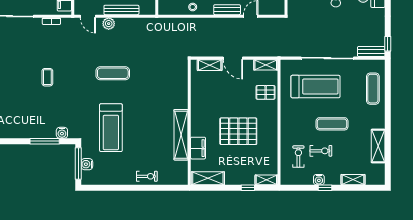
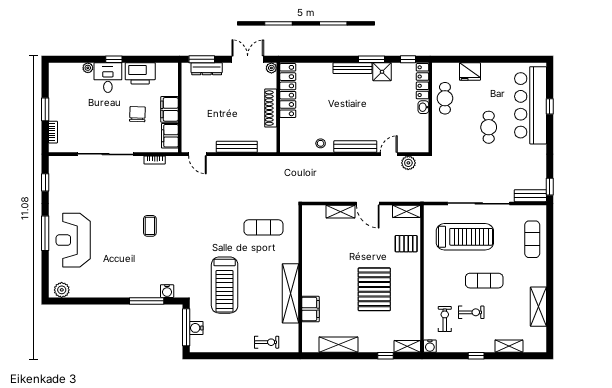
bench: (227, 10) -> (355, 147), width x1.36
plant: (109, 24) -> (408, 163), moved
exercise mat: (113, 73) -> (263, 227), moved
wall: (189, 122) -> (300, 279), moved
pallet: (238, 131) -> (374, 289), turned 90
shelving: (181, 135) -> (290, 293), moved
filing cabinet: (198, 148) -> (310, 309), moved
water cooler: (319, 180) -> (430, 346), moved

